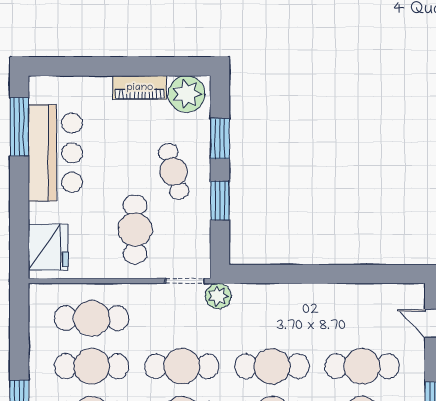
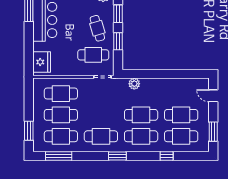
cafe table: (135, 229) -> (93, 55), moved, turned 90
plant: (218, 296) -> (134, 84), moved
cafe table: (182, 366) -> (101, 115), removed

